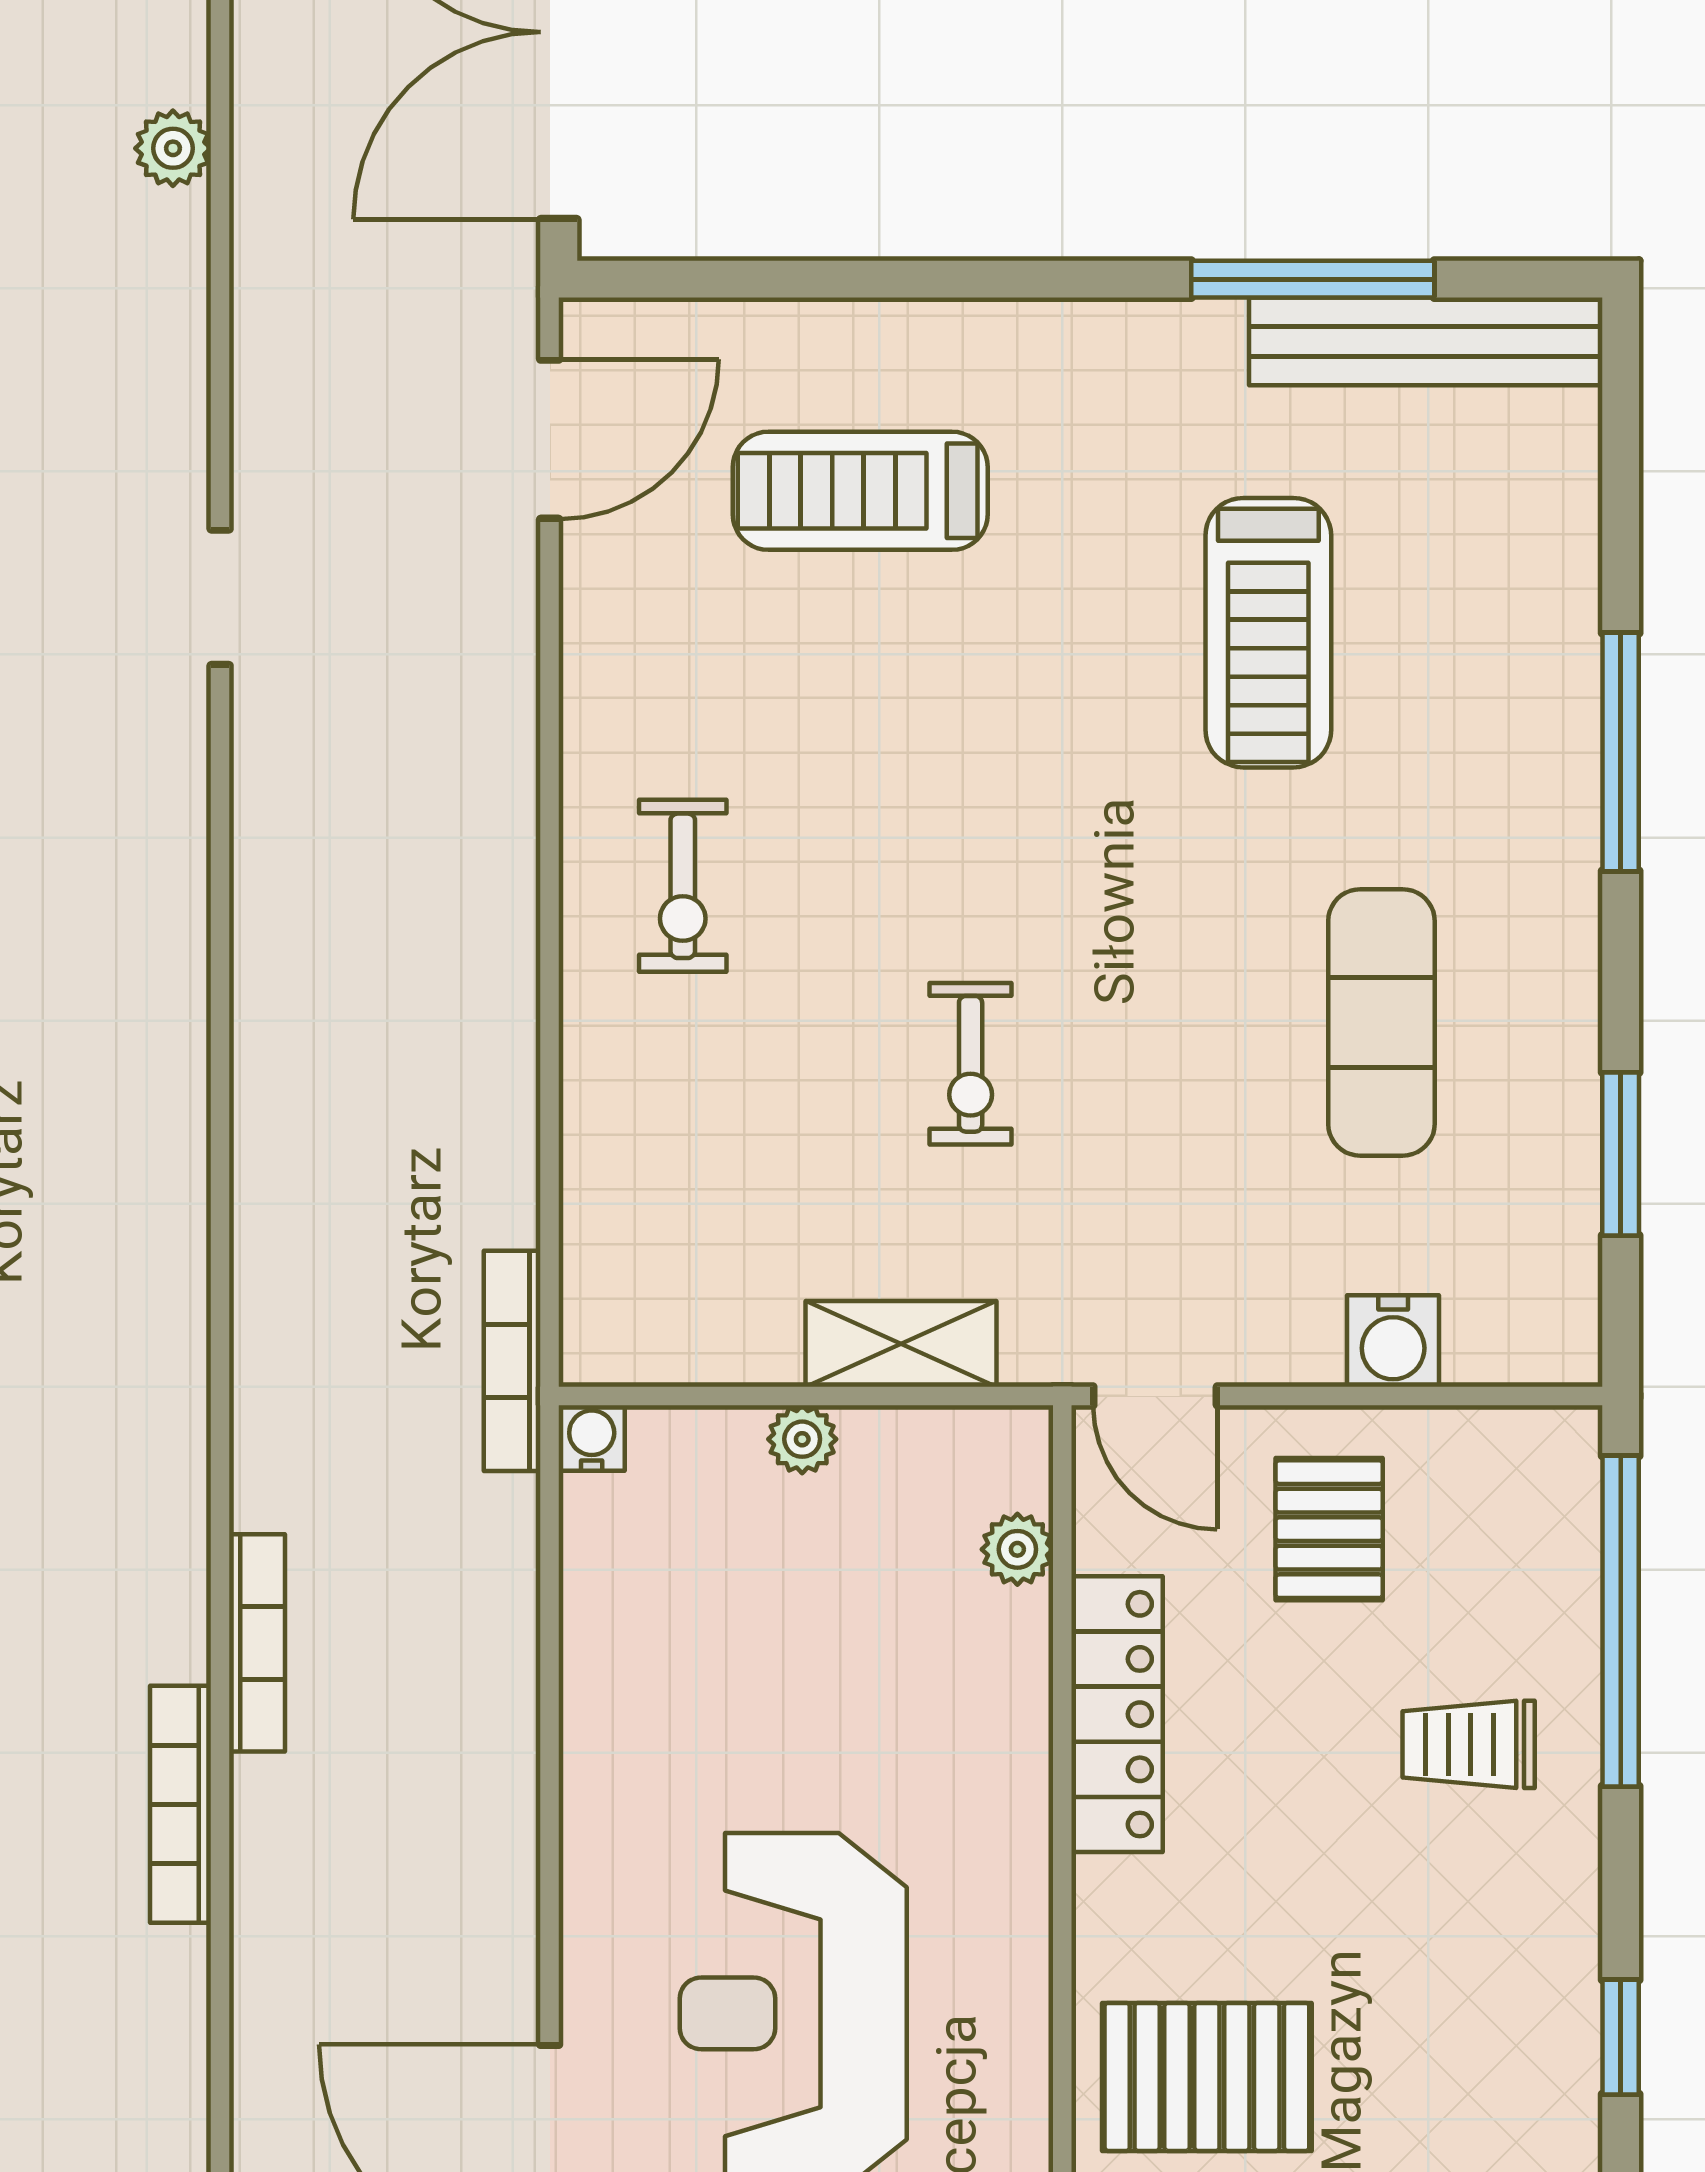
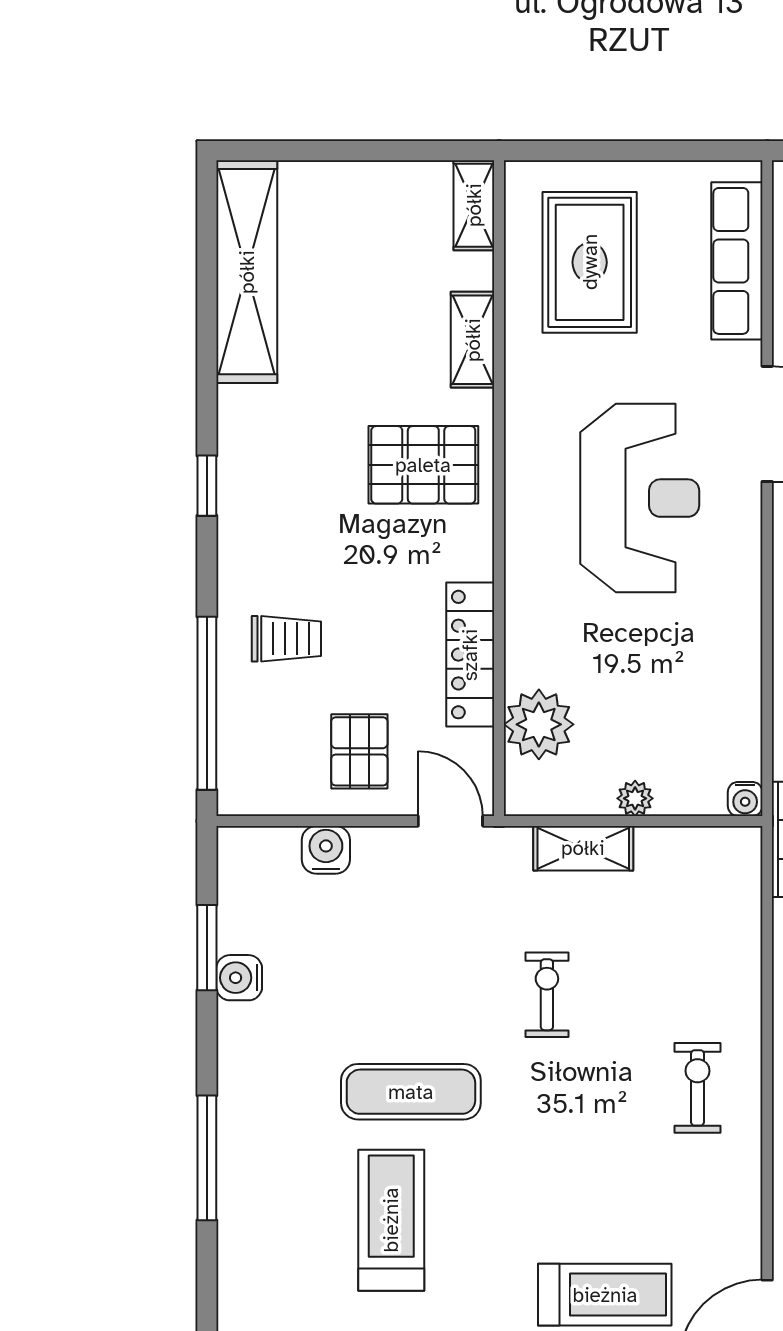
exercise mat: (1381, 1022) -> (411, 1092), moved, turned 90
water cooler: (1559, 1096) -> (239, 978), added
plant: (1017, 1549) -> (539, 724), width x1.88, depth x1.88

